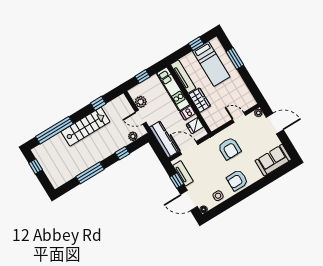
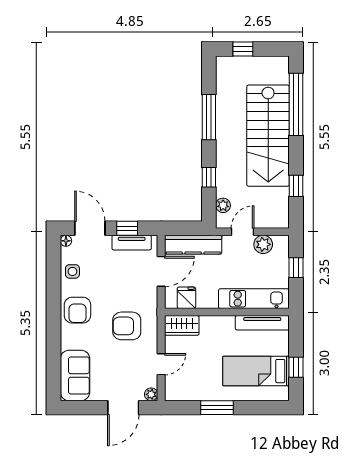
window: (235, 58) -> (217, 408), moved
wardrobe: (200, 100) -> (182, 325), moved
dishwasher: (188, 113) -> (210, 299), removed
stairs: (85, 127) -> (268, 136), width x1.36, depth x1.51
window: (36, 166) -> (243, 49), moved
armchair: (237, 180) -> (77, 310), turned 180
door: (189, 200) -> (90, 228), hinge flipped

